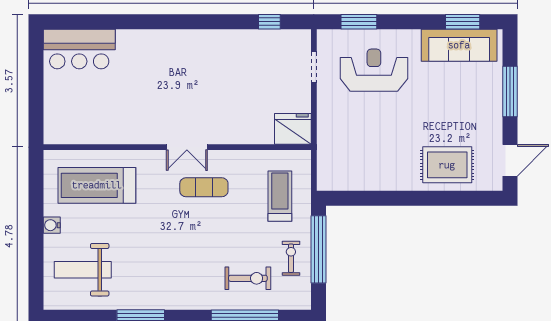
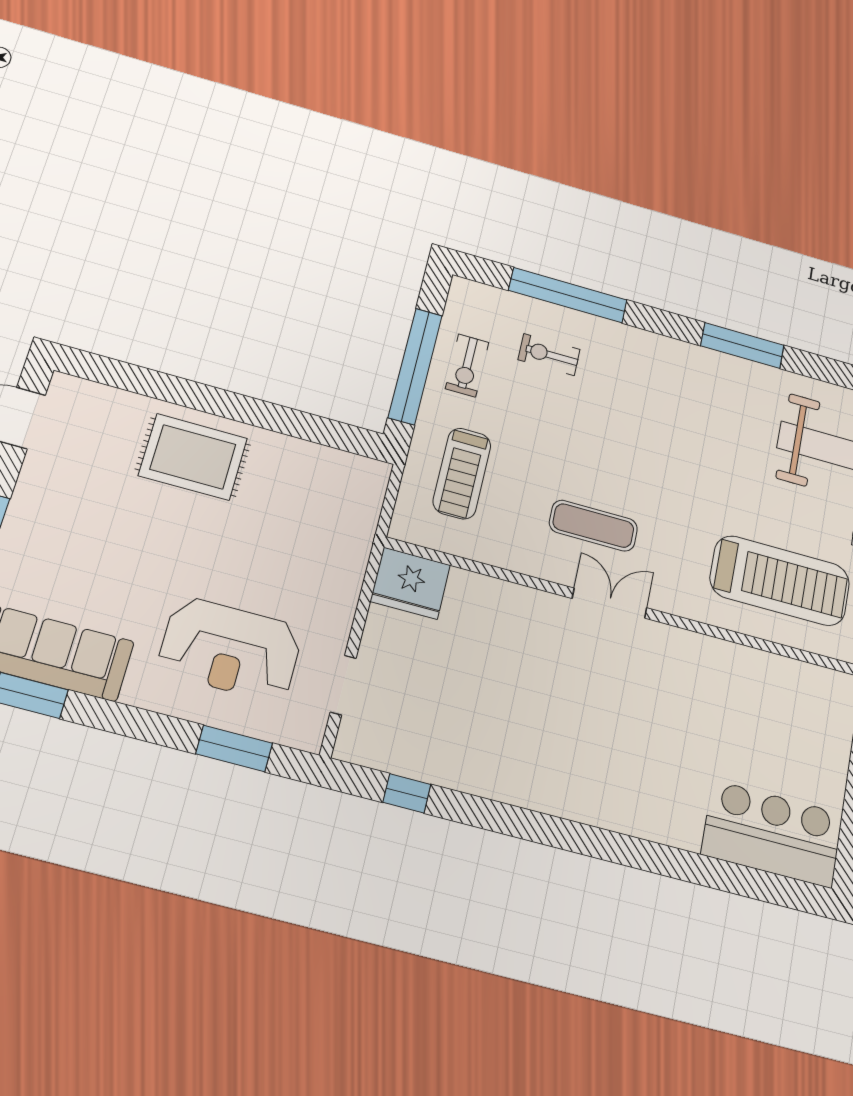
rug: (447, 165) -> (193, 457), moved
exercise bike: (248, 278) -> (549, 355), width x0.73, depth x0.72

